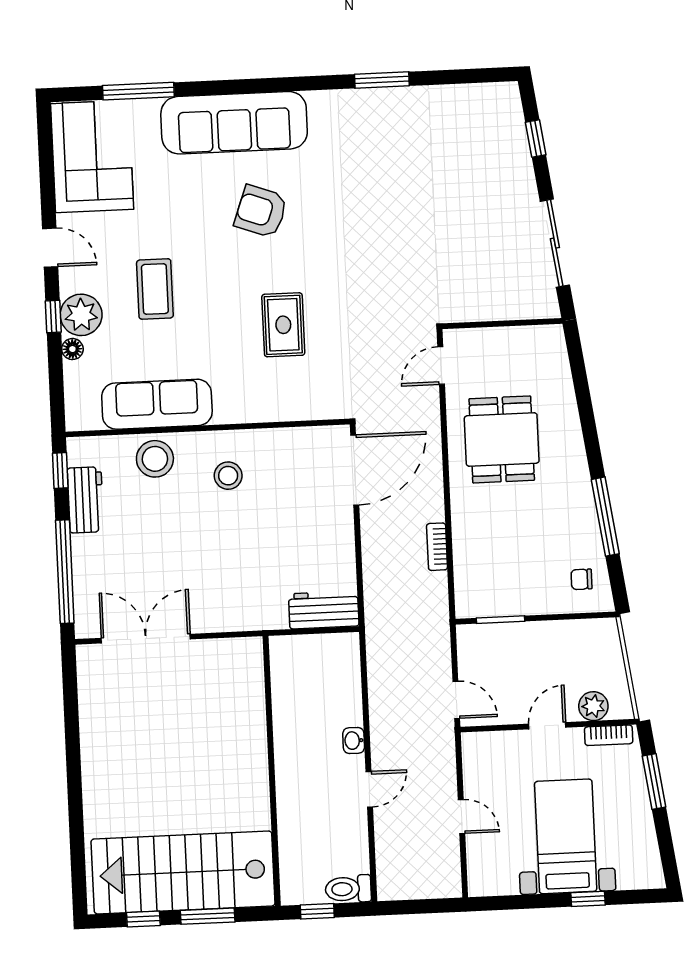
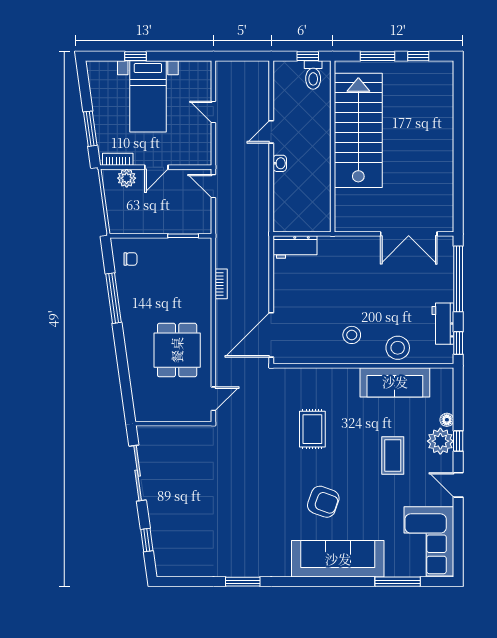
stairs: (183, 872) -> (358, 130), moved, turned -90
toilet: (348, 889) -> (313, 75), moved, turned 90

